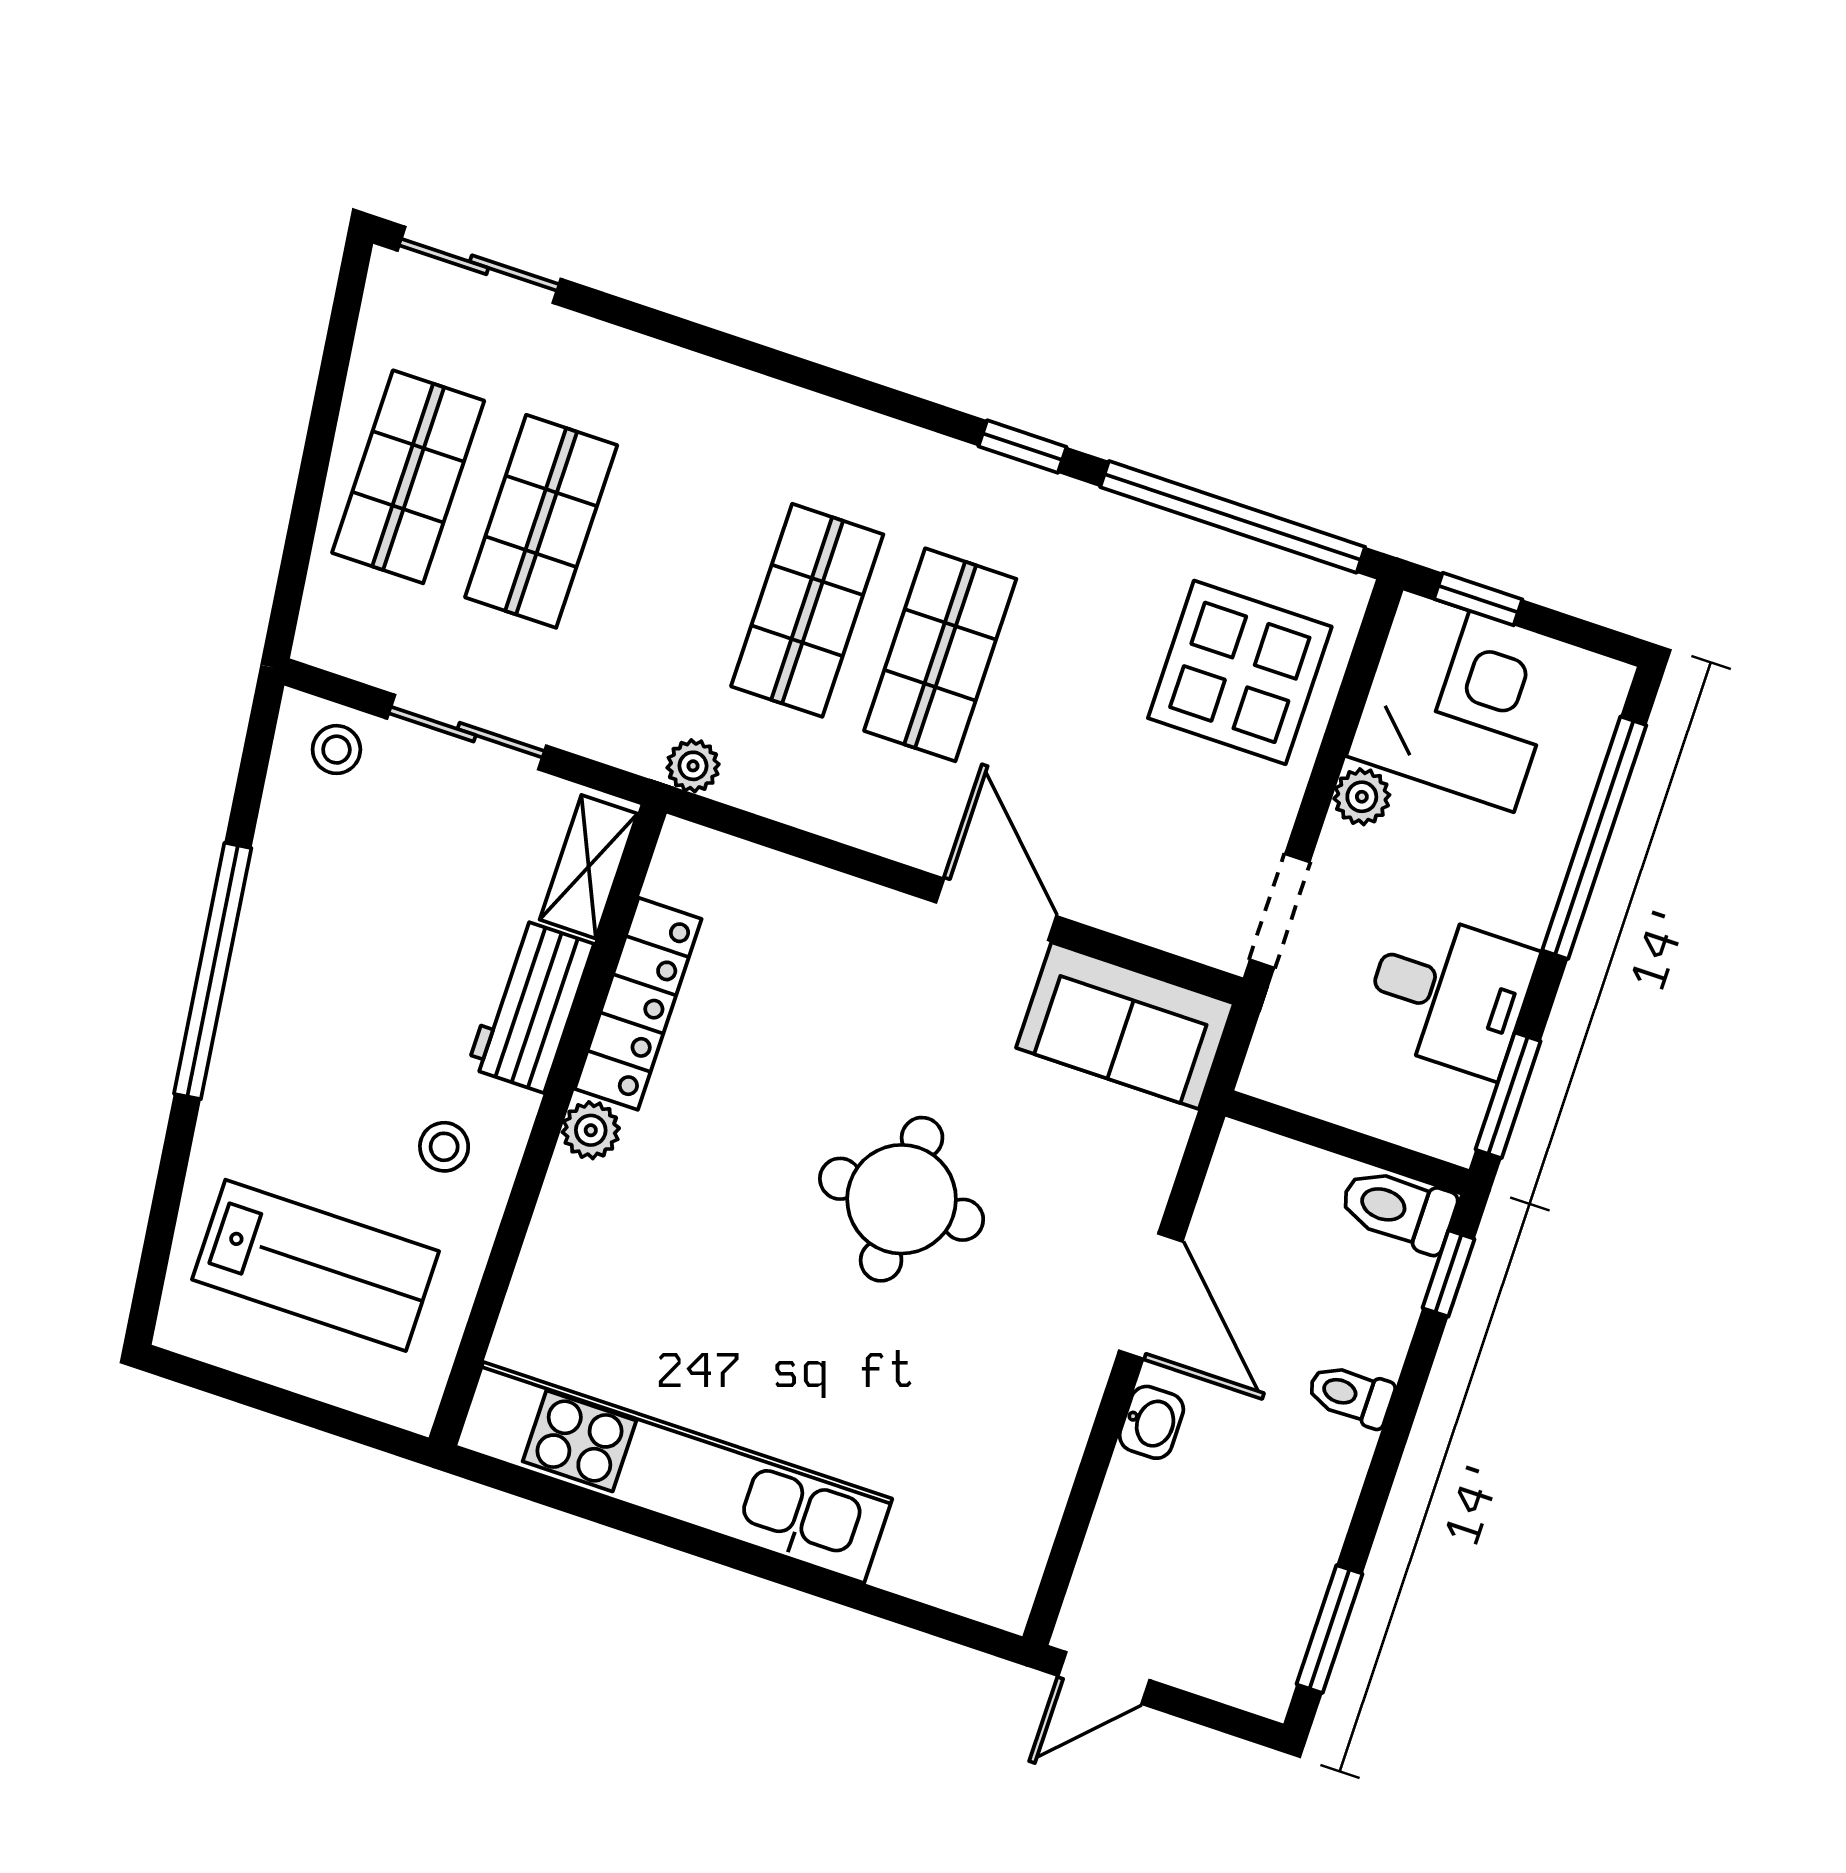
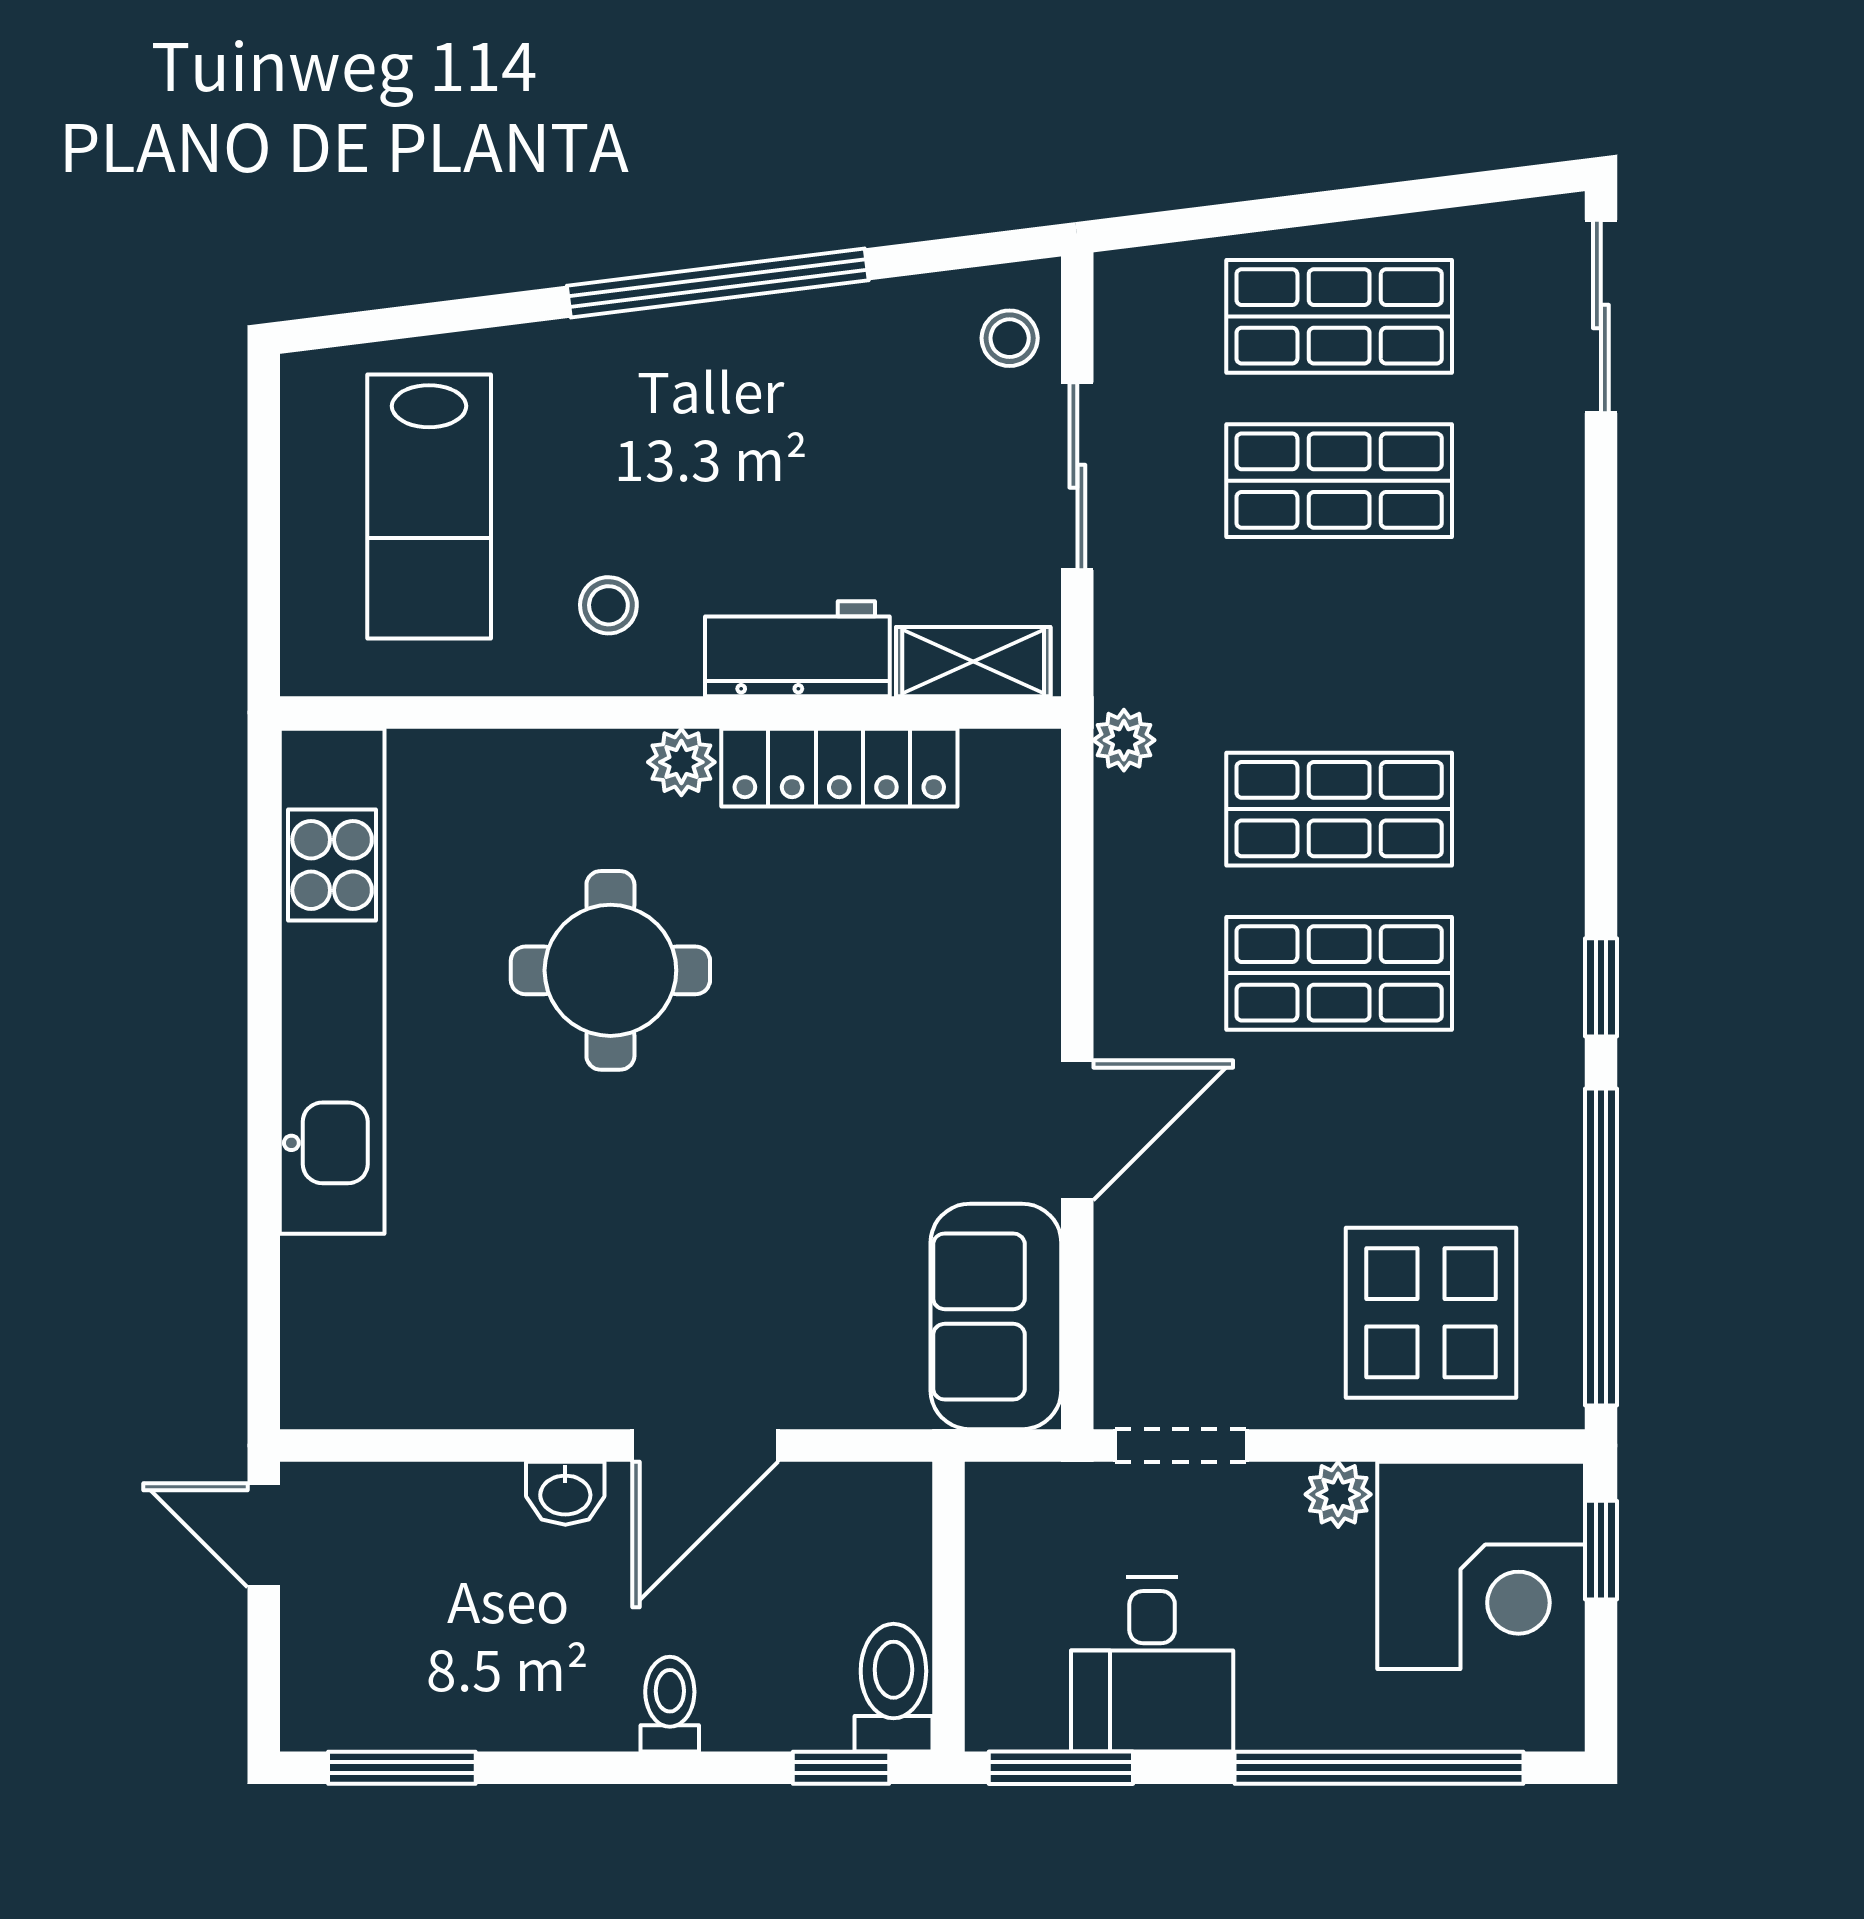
round table: (902, 1199) -> (610, 970), moved

